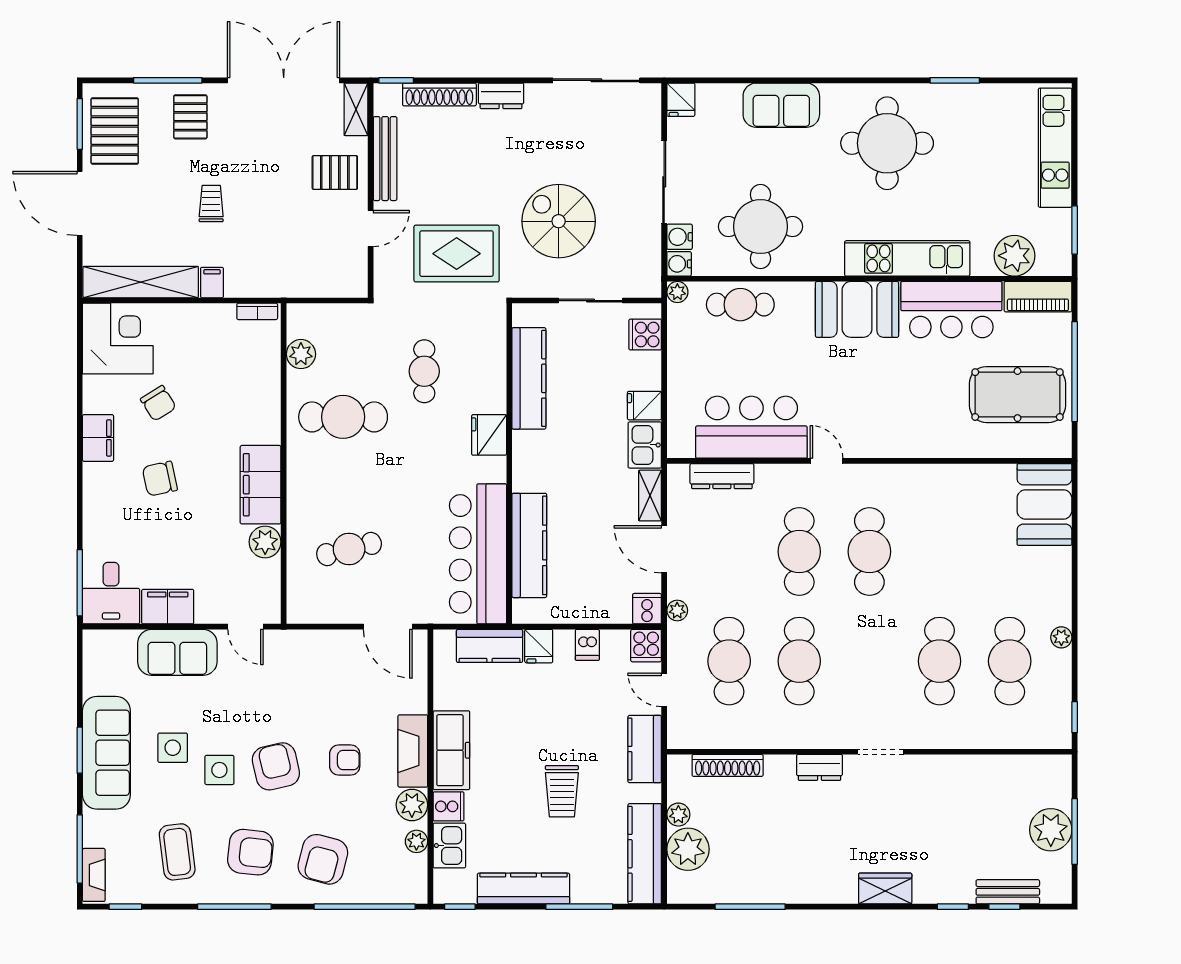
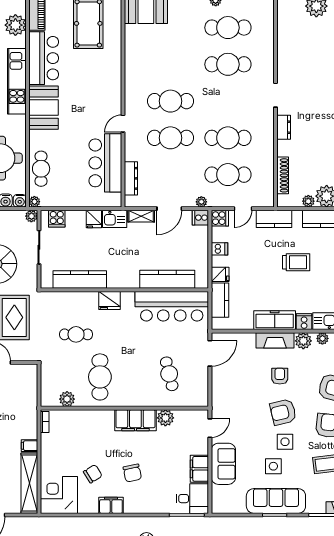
plant: (650, 286) -> (31, 216), added

